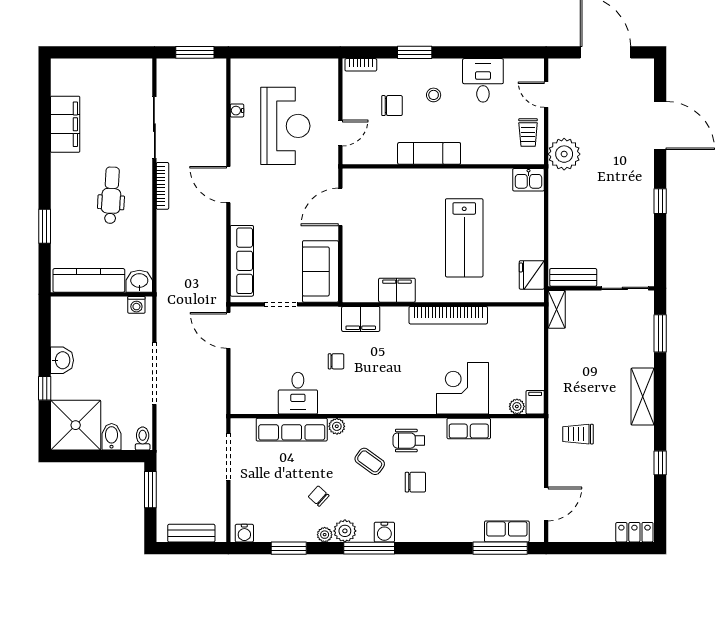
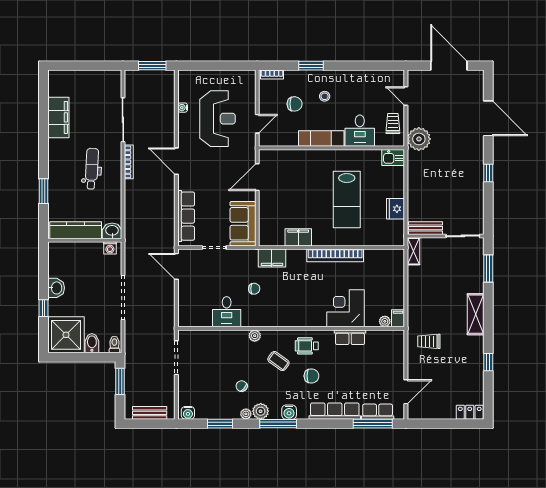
desk: (483, 80) -> (360, 131), moved, turned 180
trolley: (528, 133) -> (393, 123), turned 180
fridge: (532, 275) -> (396, 209), moved
row of seats: (292, 430) -> (335, 411), moved, turned 180

